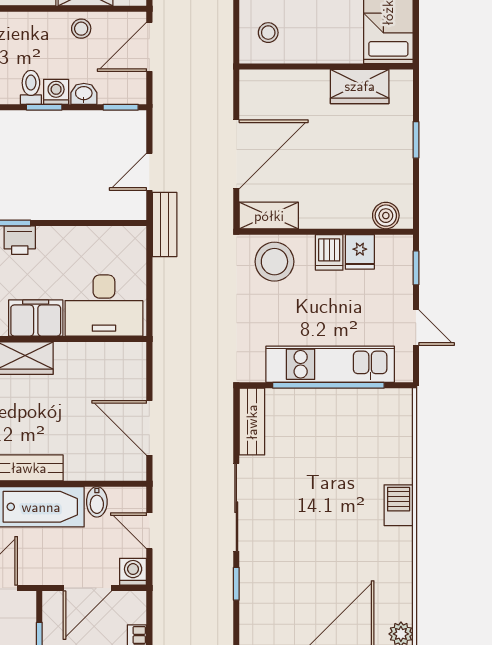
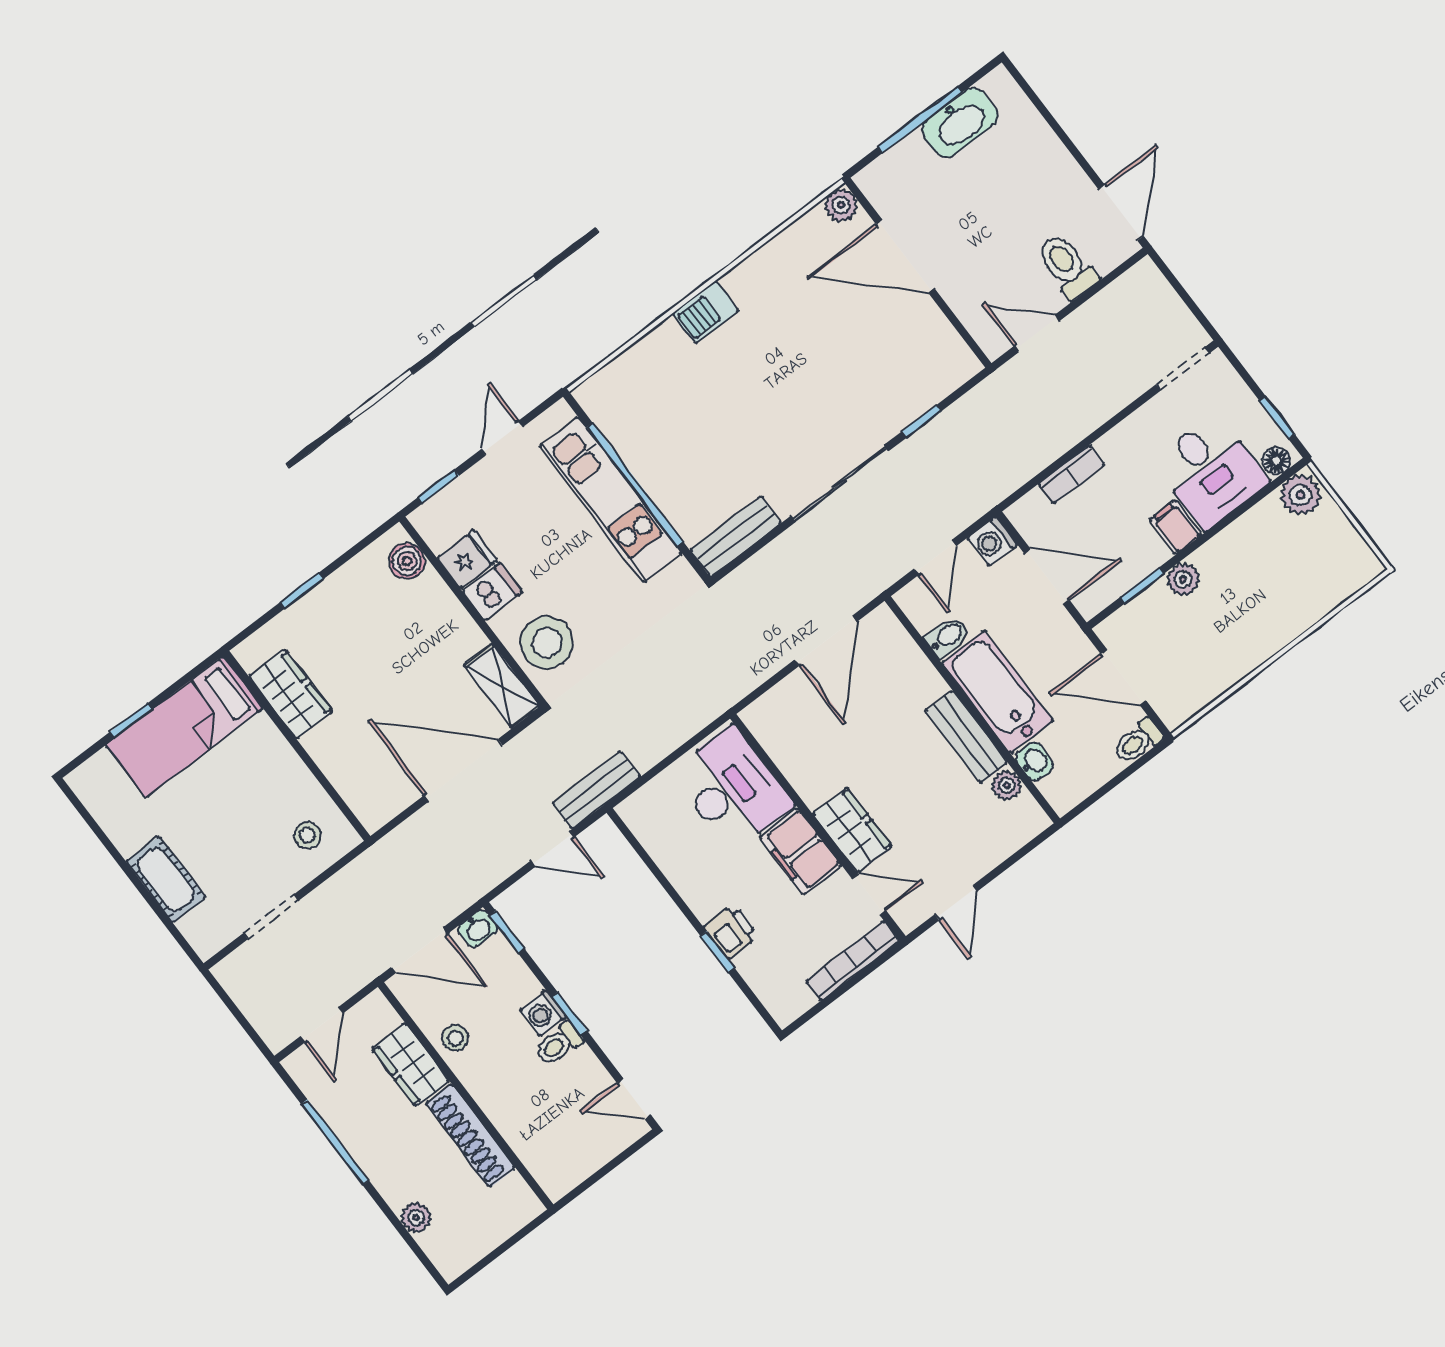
washbasin: (84, 94) -> (478, 929), moved, turned -90

